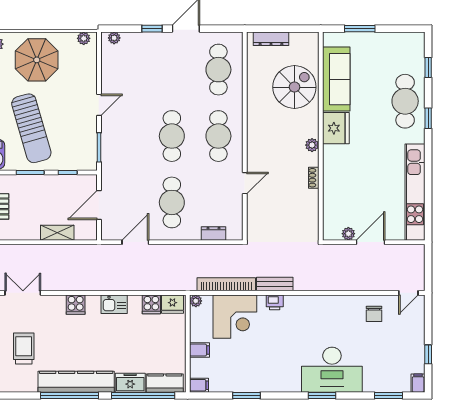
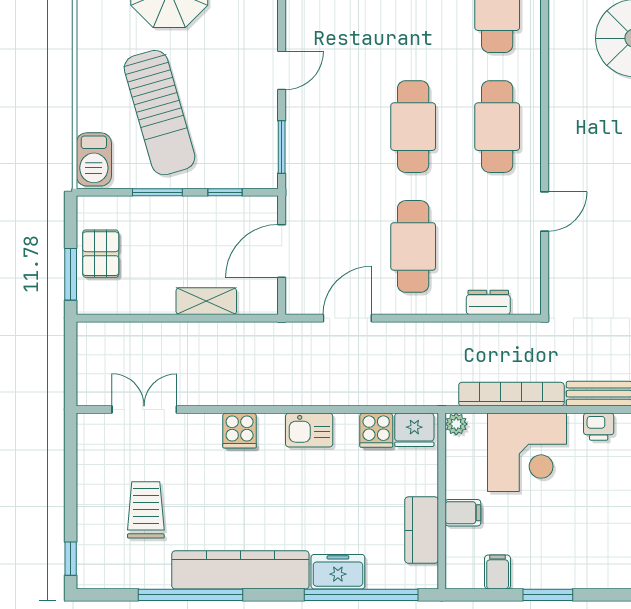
kitchen counter: (165, 383) -> (422, 530), moved, turned -90
filing cabinet: (199, 385) -> (498, 572), moved, turned -90
window: (69, 395) -> (190, 595), moved

